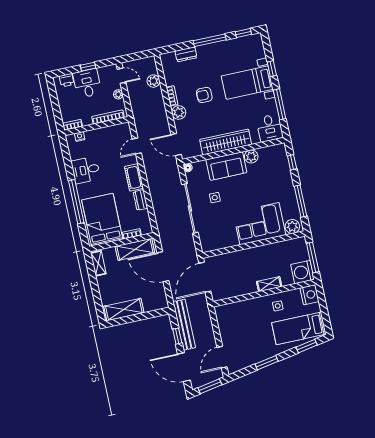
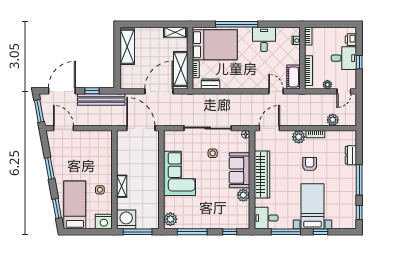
cot: (134, 177) -> (294, 77), moved, turned 90
dresser: (140, 200) -> (210, 84), moved
corner sofa: (259, 224) -> (180, 173), moved

